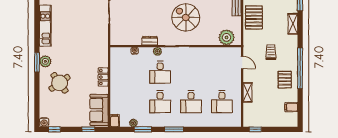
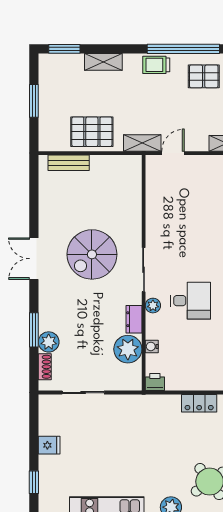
plant: (227, 37) -> (128, 349), moved
shelving: (248, 45) -> (142, 143), added
printer: (115, 52) -> (155, 382), added
trolley: (271, 52) -> (156, 65), moved

